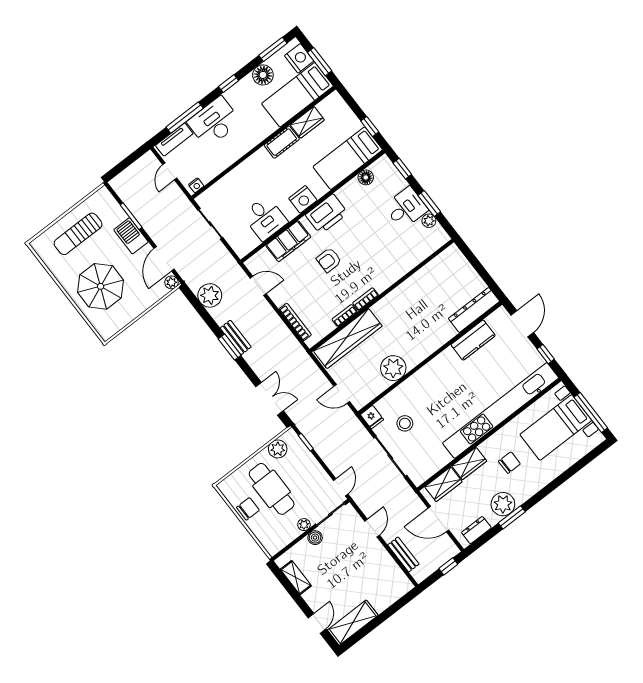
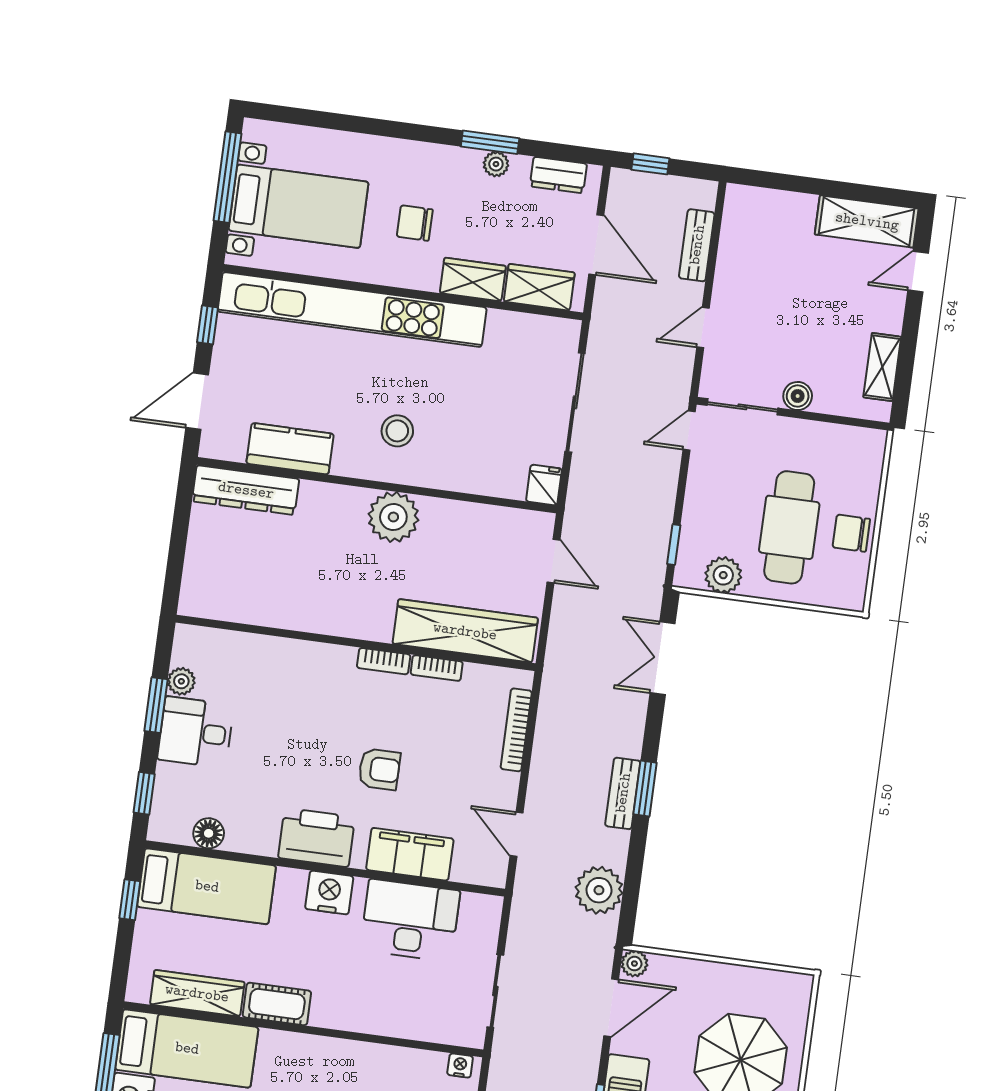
wardrobe: (307, 122) -> (197, 993), width x1.50
desk: (265, 218) -> (410, 920), width x1.37
plant: (393, 368) -> (393, 517), moved
stool: (405, 423) -> (397, 431), moved
plant: (503, 504) -> (496, 164), width x0.53, depth x0.53
plant: (304, 525) -> (795, 430), removed

